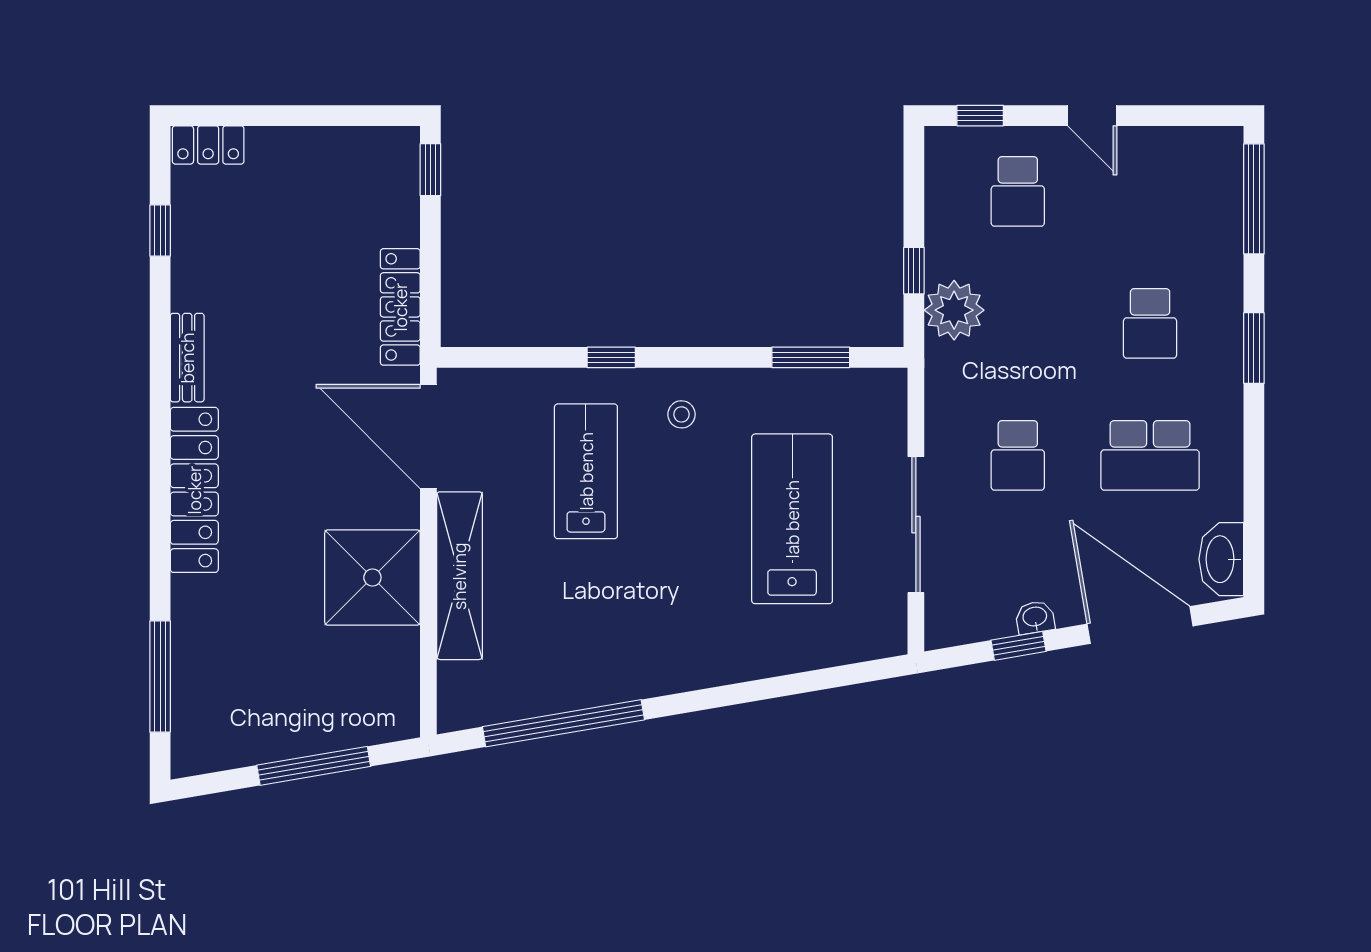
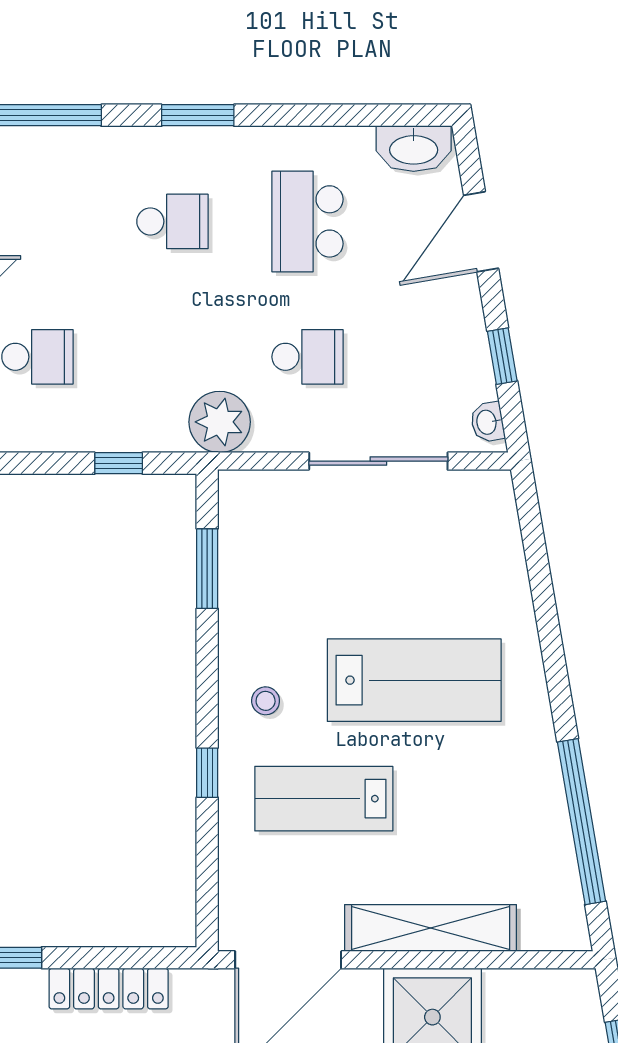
locker: (400, 307) -> (109, 989), moved
plant: (954, 310) -> (220, 422), moved
school desk: (1150, 455) -> (307, 221), turned 180
lab bench: (792, 519) -> (414, 680), moved, turned 180
washbasin: (1035, 617) -> (487, 422), moved
door: (1140, 625) -> (481, 232), width x0.73

